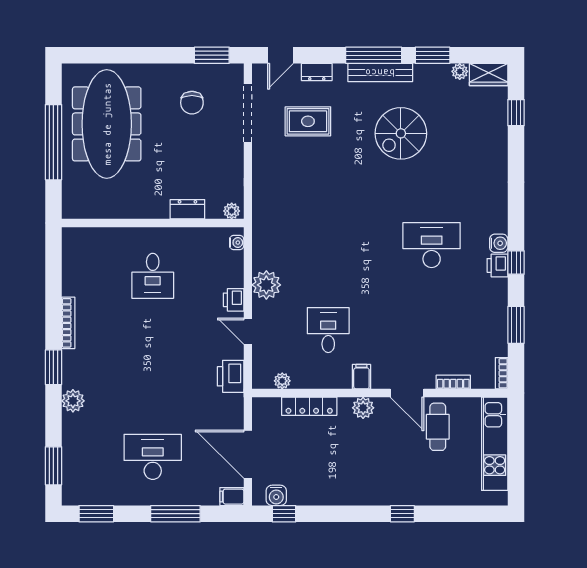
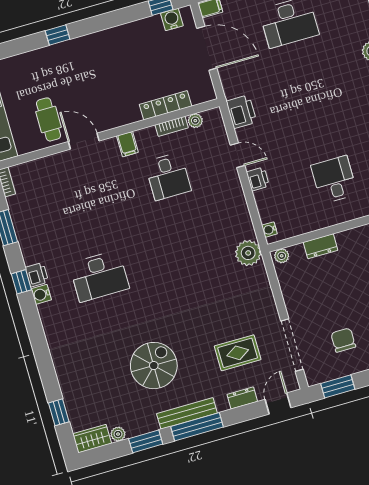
plant: (266, 285) -> (248, 253), moved
bookcase: (453, 382) -> (172, 126), moved
plant: (363, 408) -> (118, 117), removed

